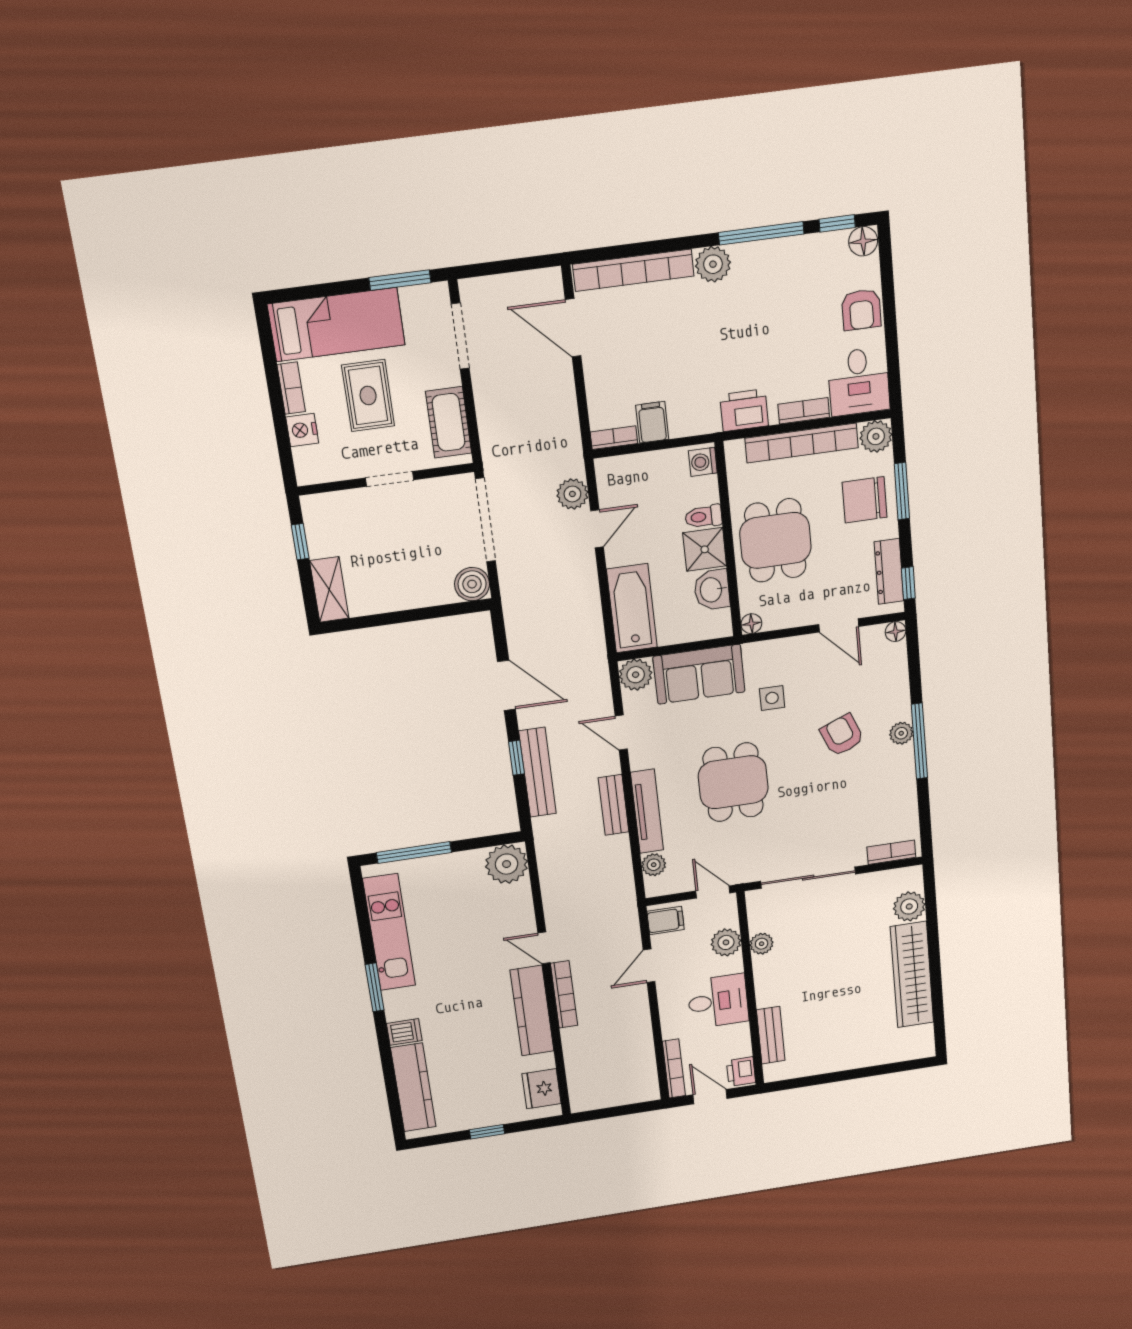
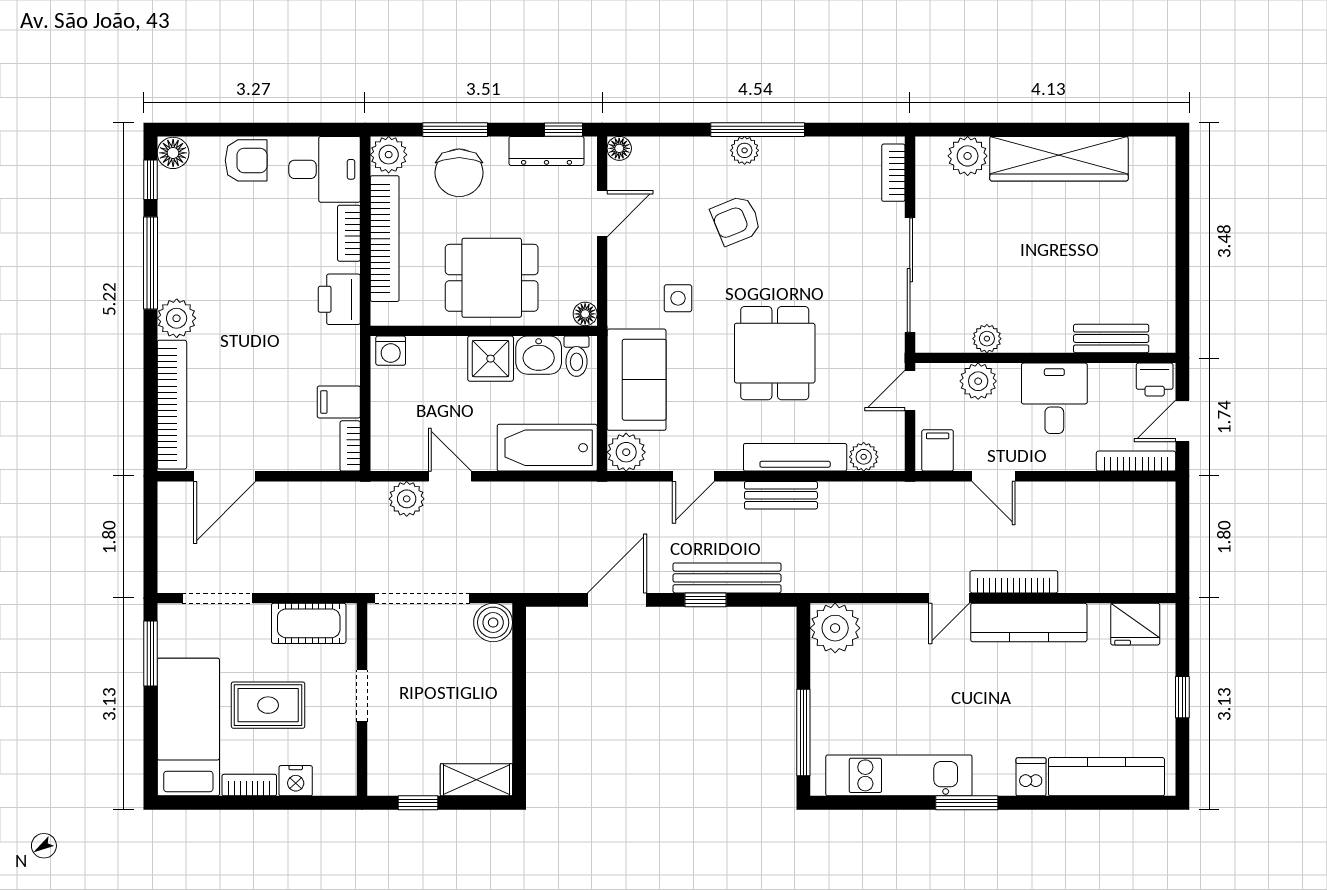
toilet: (703, 517) -> (576, 356), moved
dining table: (733, 782) -> (775, 353), turned 90

